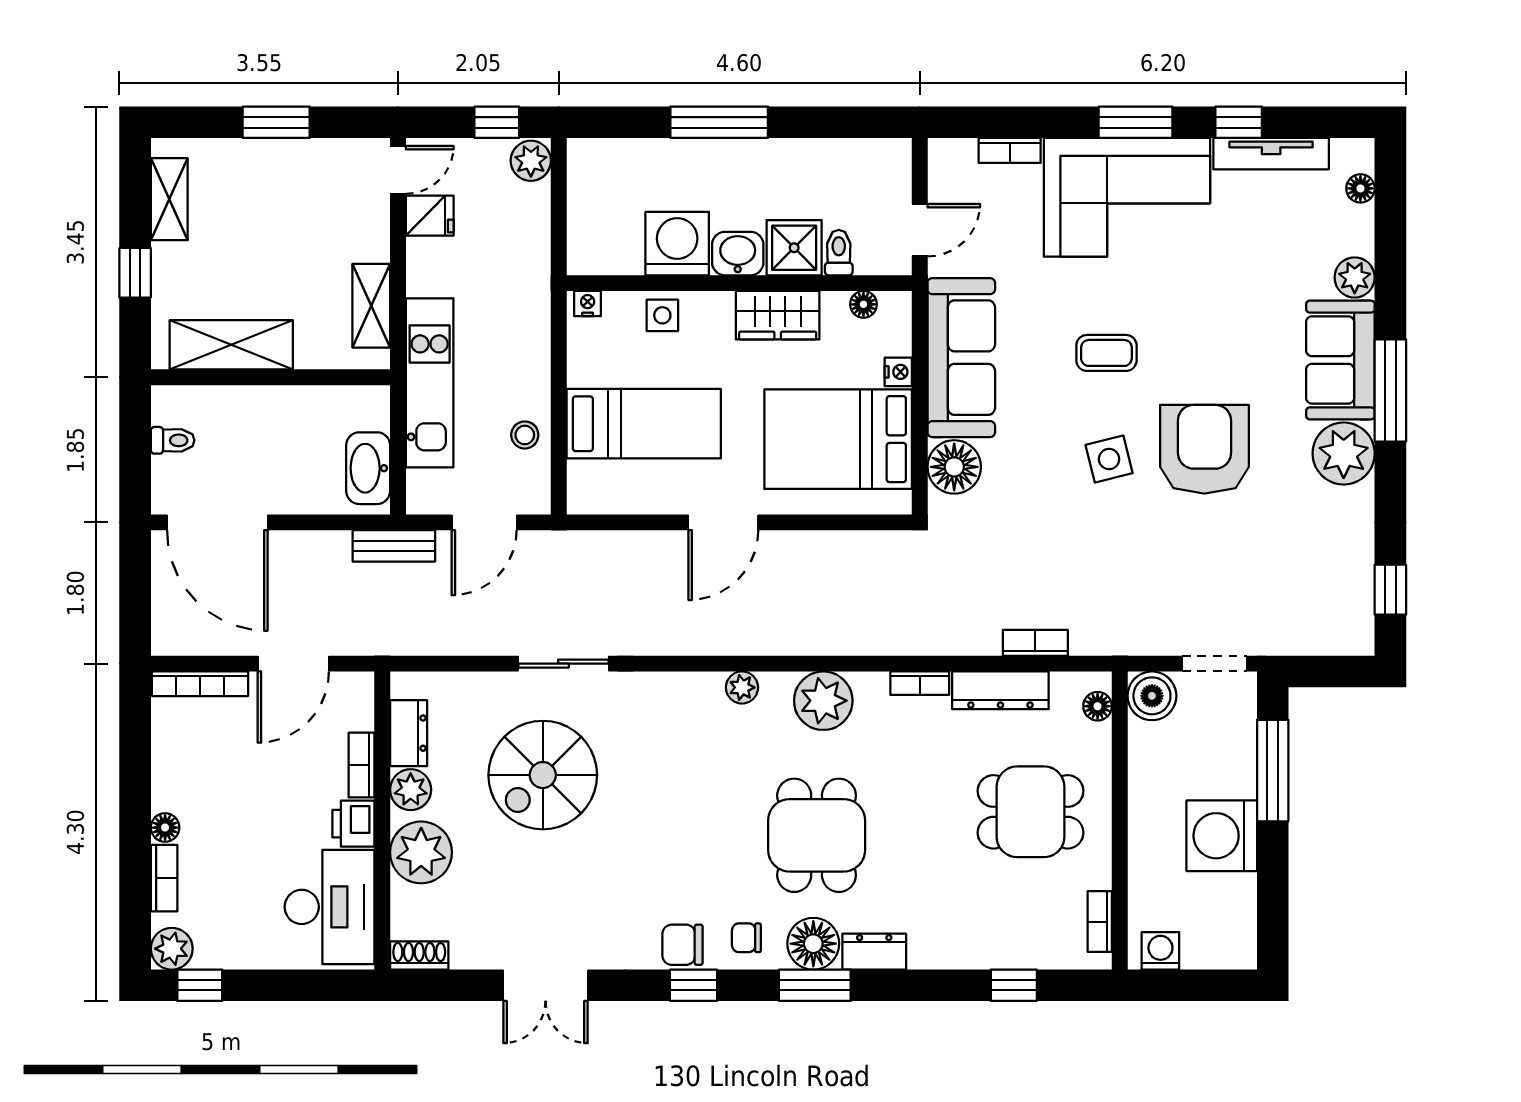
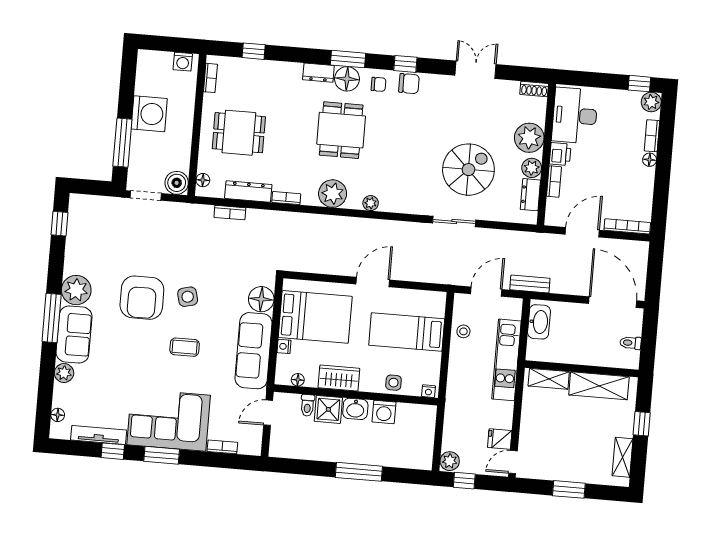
washing machine: (677, 244) -> (384, 412), width x0.73, depth x0.73
shelving: (371, 306) -> (549, 379), moved, turned 90

